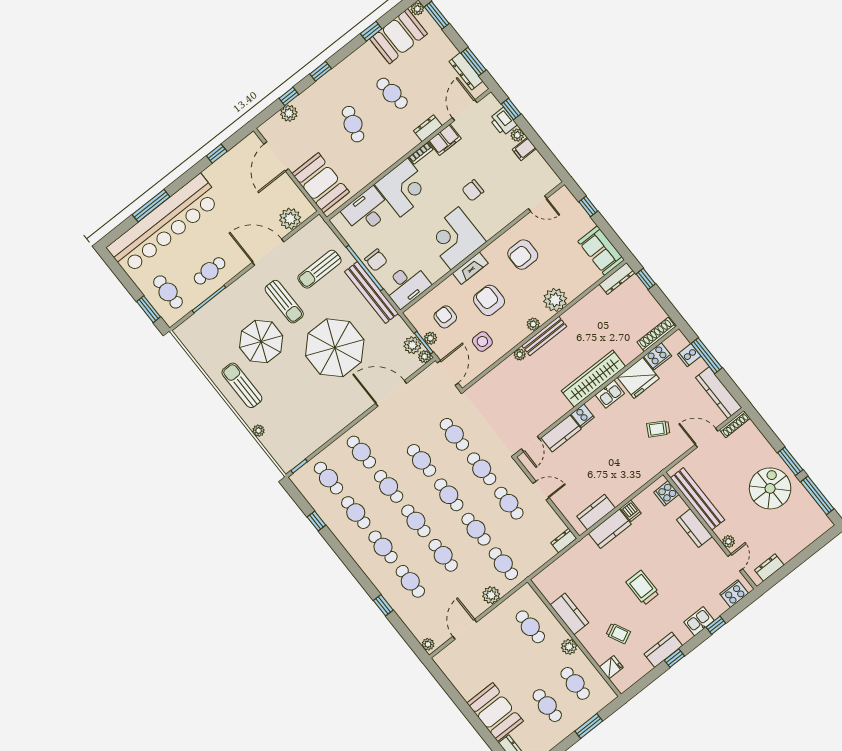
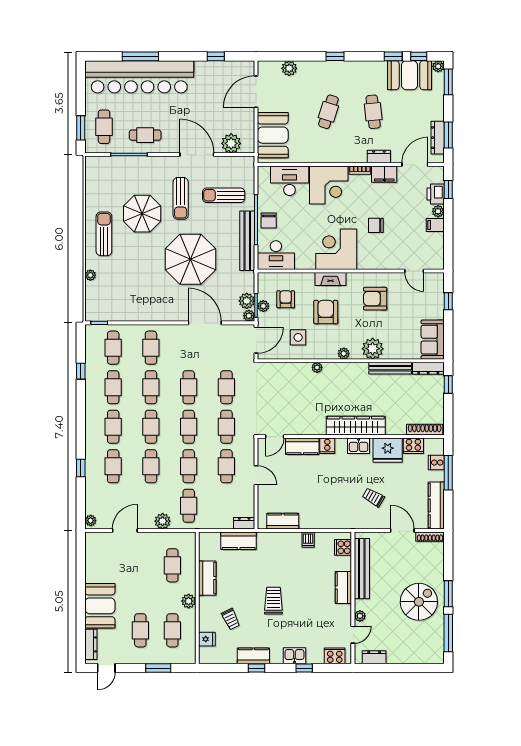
window: (289, 96) -> (419, 56), moved
bench: (544, 336) -> (390, 368), moved
kitchen counter: (610, 529) -> (239, 541), moved

